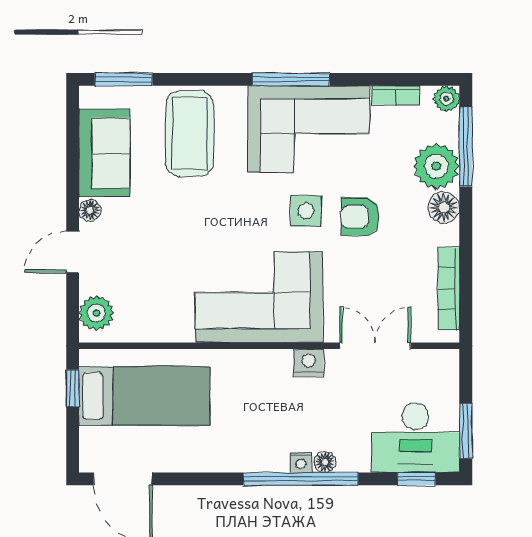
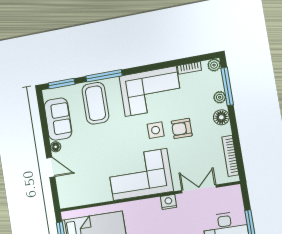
window: (291, 79) -> (104, 76), moved
plant: (436, 166) -> (220, 97), width x0.53, depth x0.53
door: (73, 252) -> (51, 167), swing flipped
plant: (96, 313) -> (66, 194), removed

